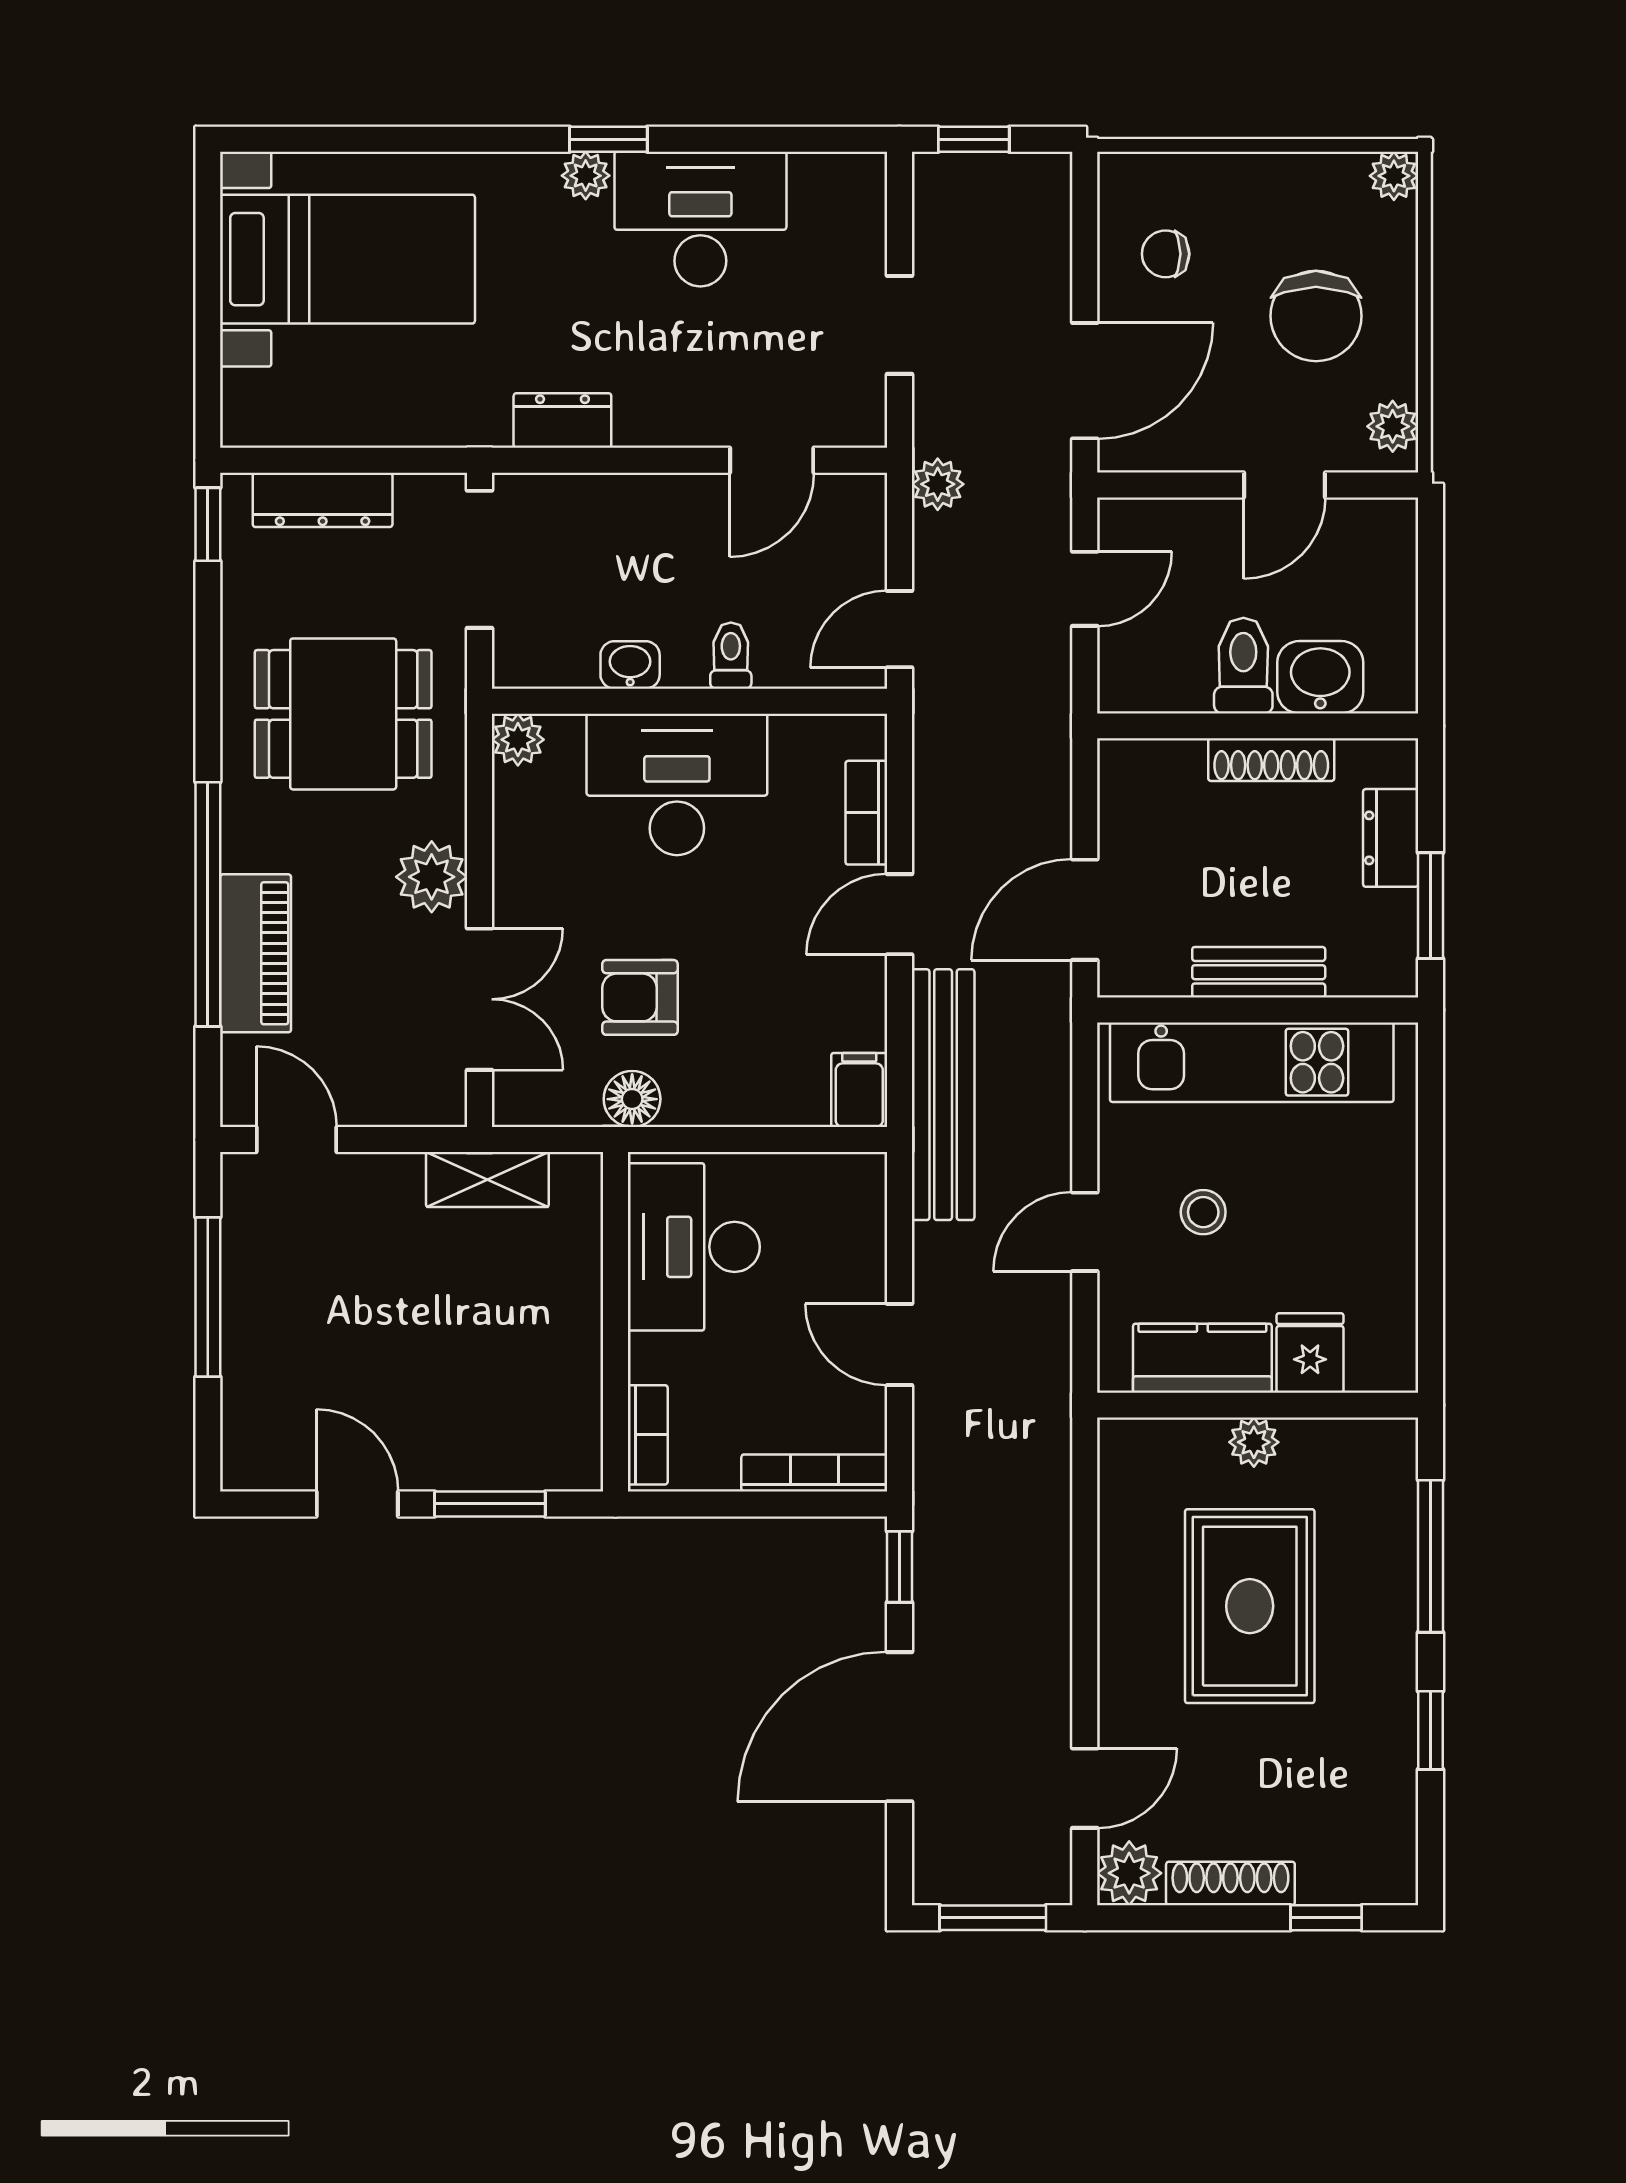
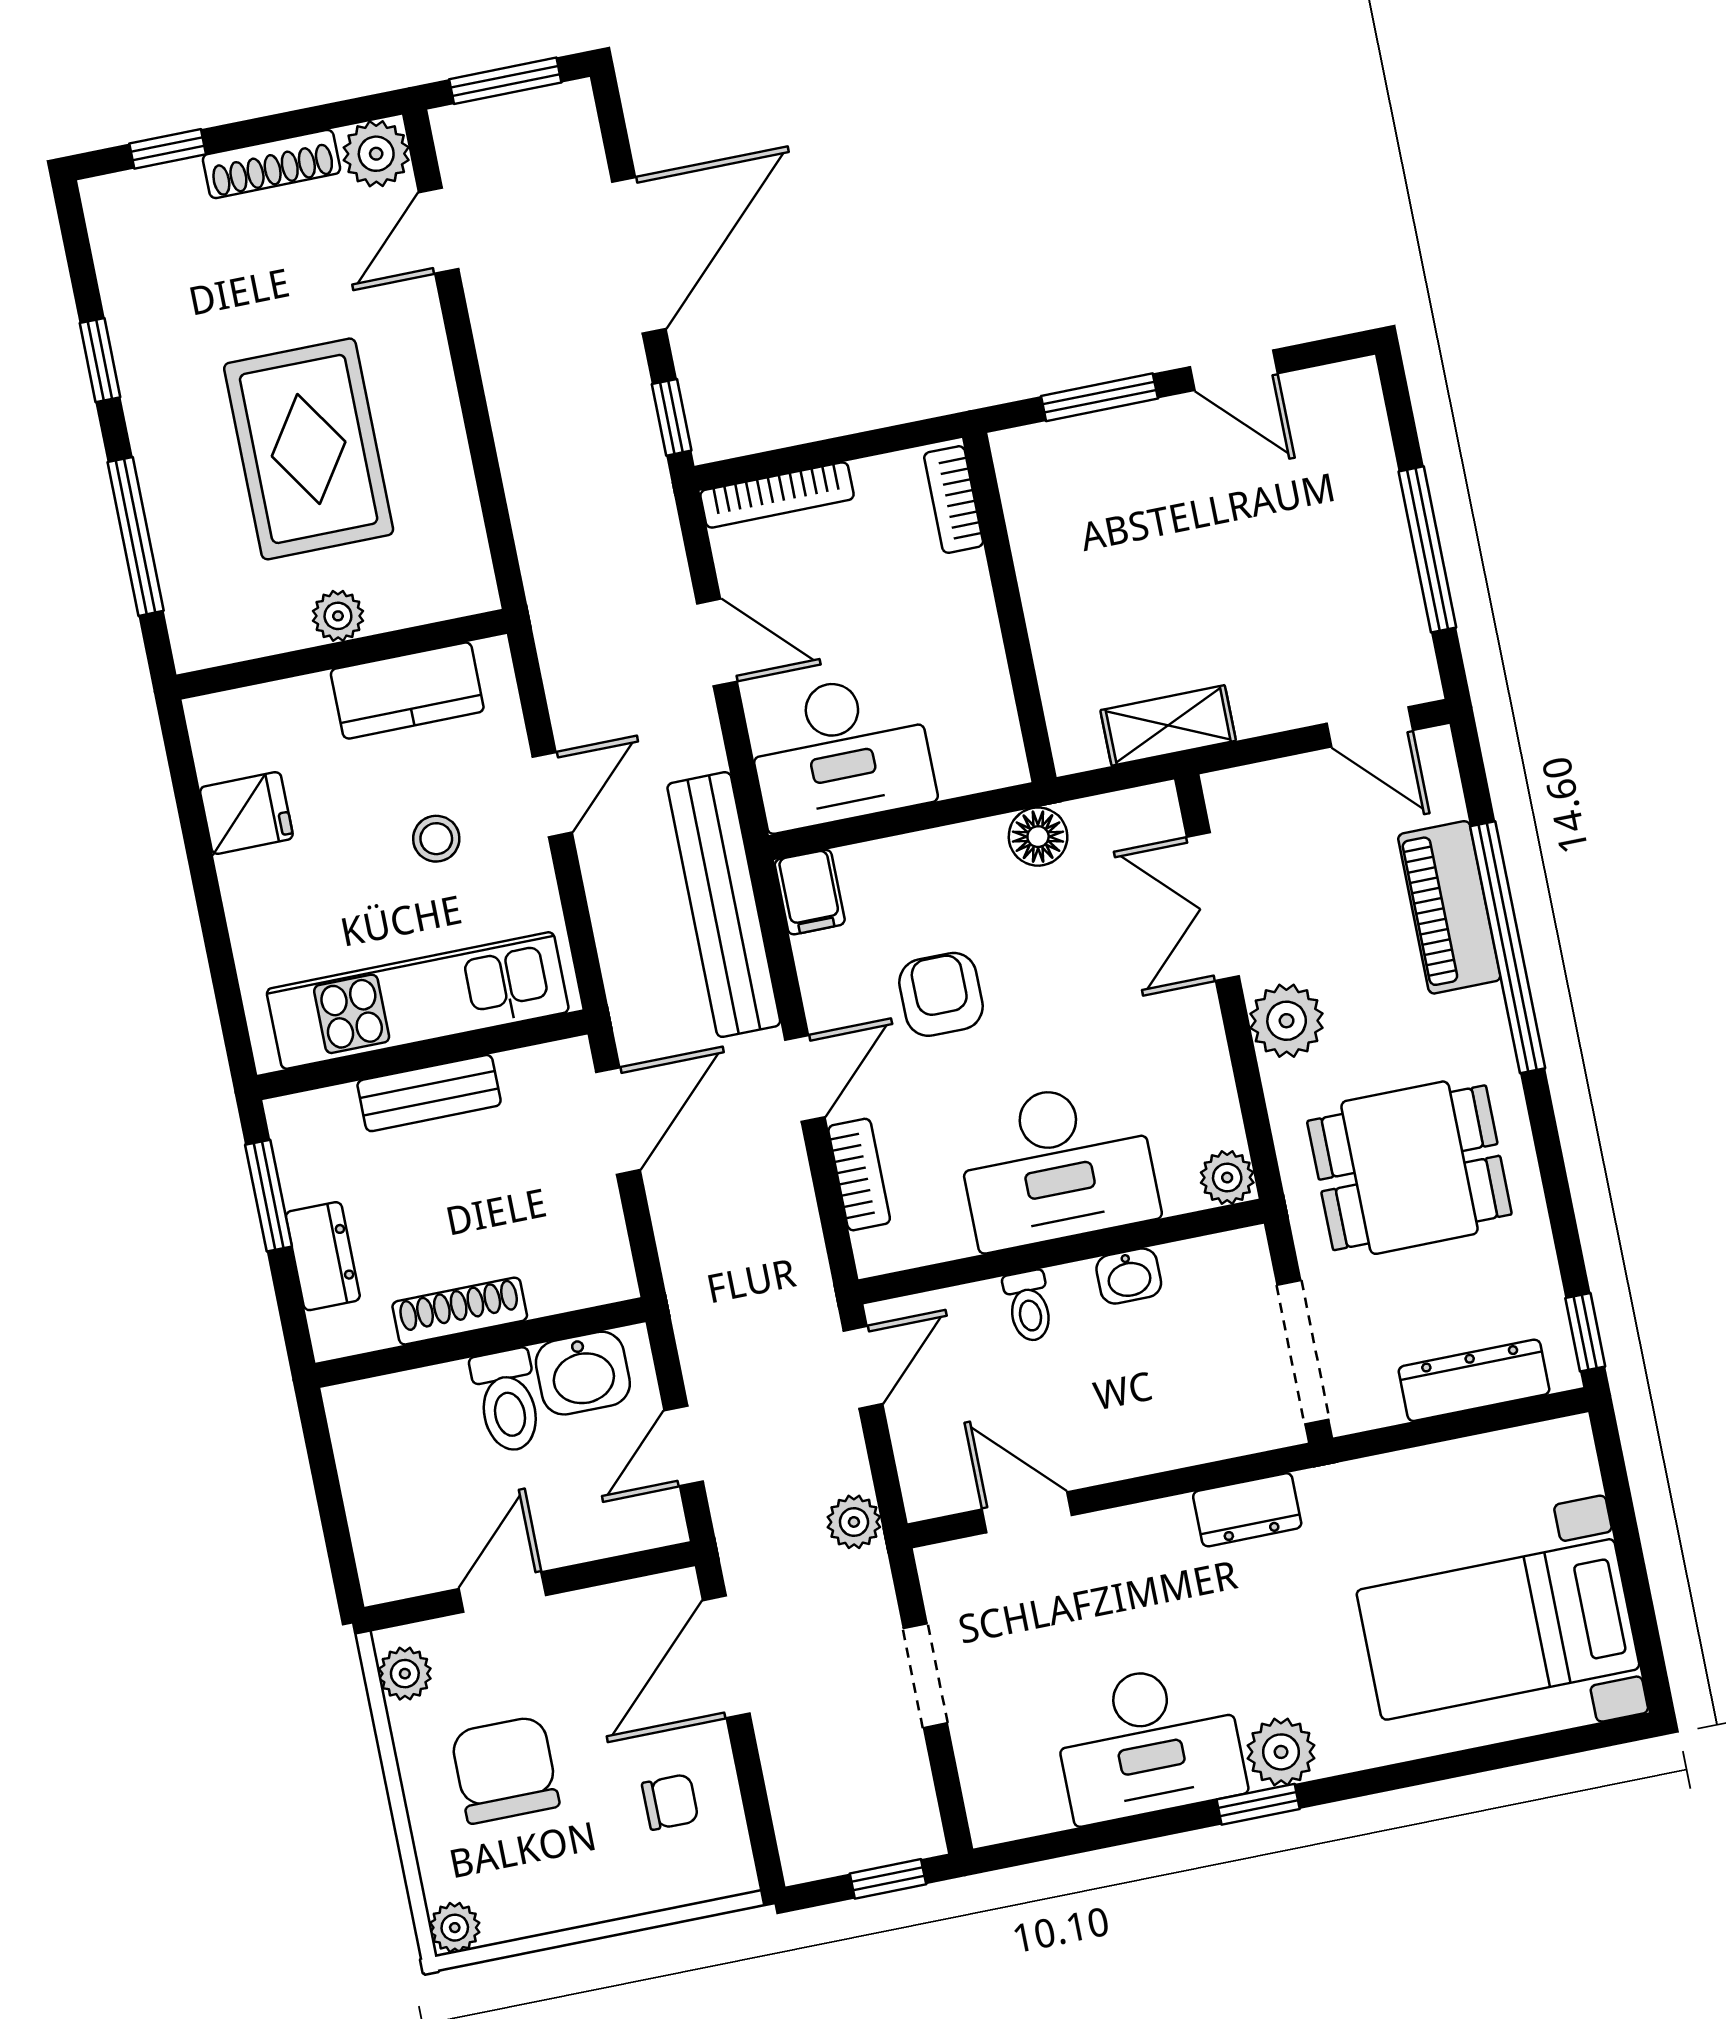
plant: (586, 176) -> (1281, 1752), width x1.38, depth x1.38
door: (772, 460) -> (1027, 1512), hinge flipped
washbasin: (1320, 677) -> (583, 1373), moved
armchair: (640, 997) -> (941, 994), moved, turned -90
desk: (694, 1247) -> (840, 751), moved, turned 90
fridge: (1310, 1353) -> (246, 813), moved, turned -90

